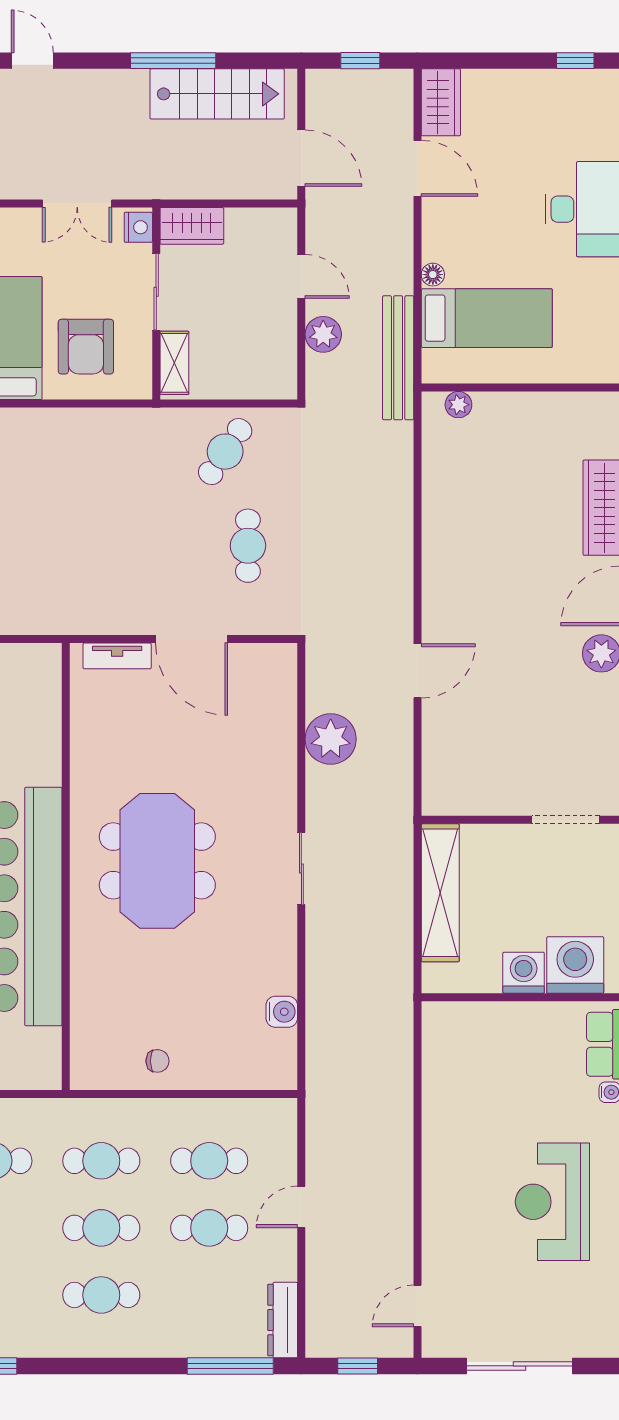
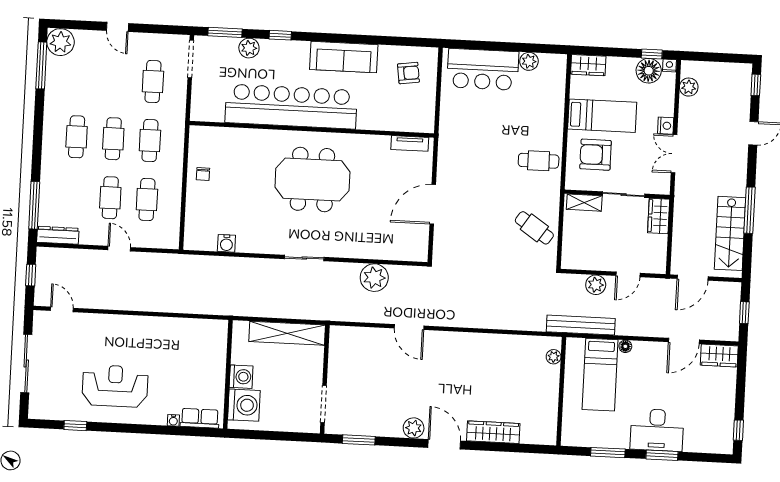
nightstand: (138, 227) -> (666, 126), moved, turned -90
cafe table: (248, 546) -> (539, 161), moved
tv unit: (117, 656) -> (410, 143), moved, turned -90

